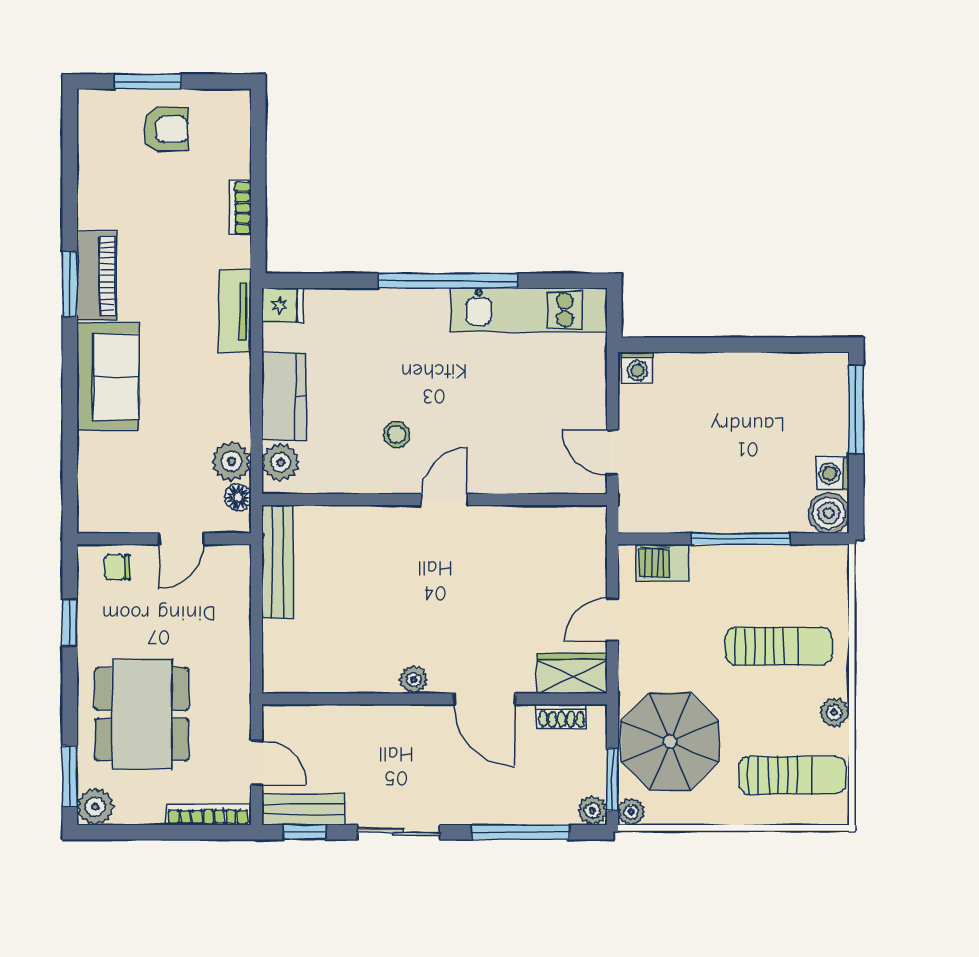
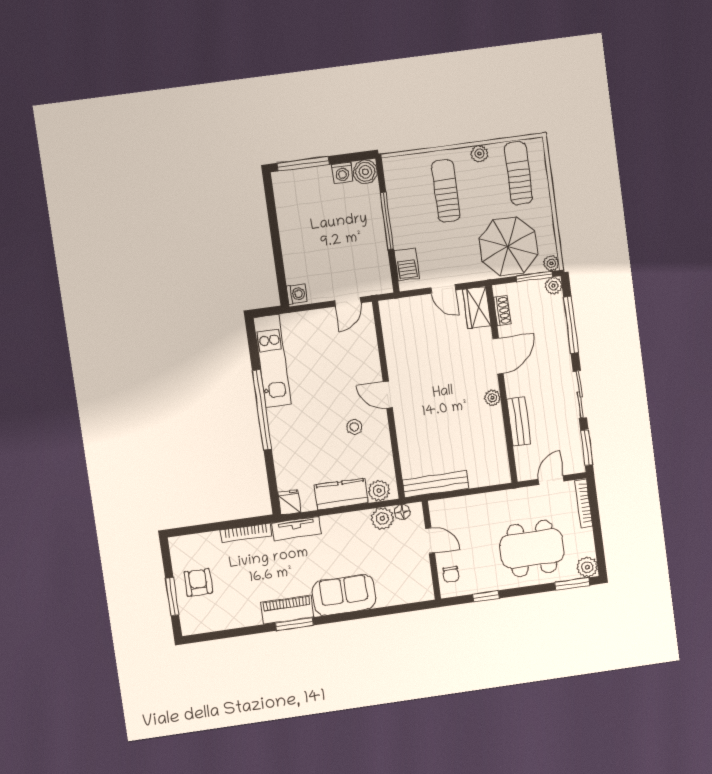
bookcase: (240, 208) -> (246, 533), width x1.56
bench: (303, 809) -> (519, 421), moved
window: (305, 832) -> (587, 448), width x1.50

